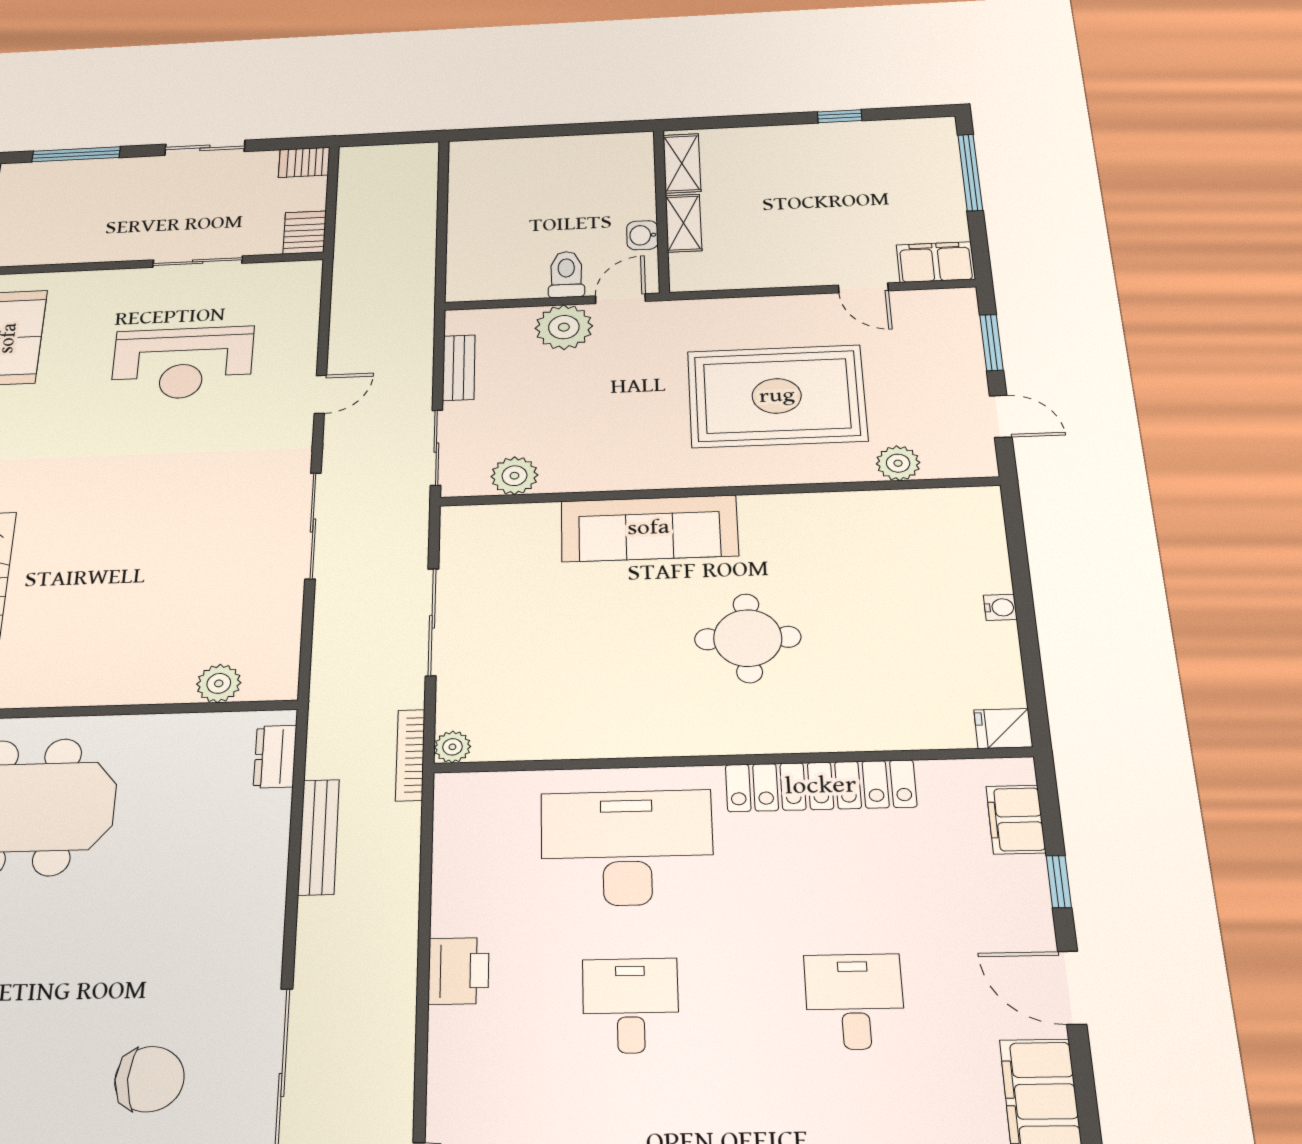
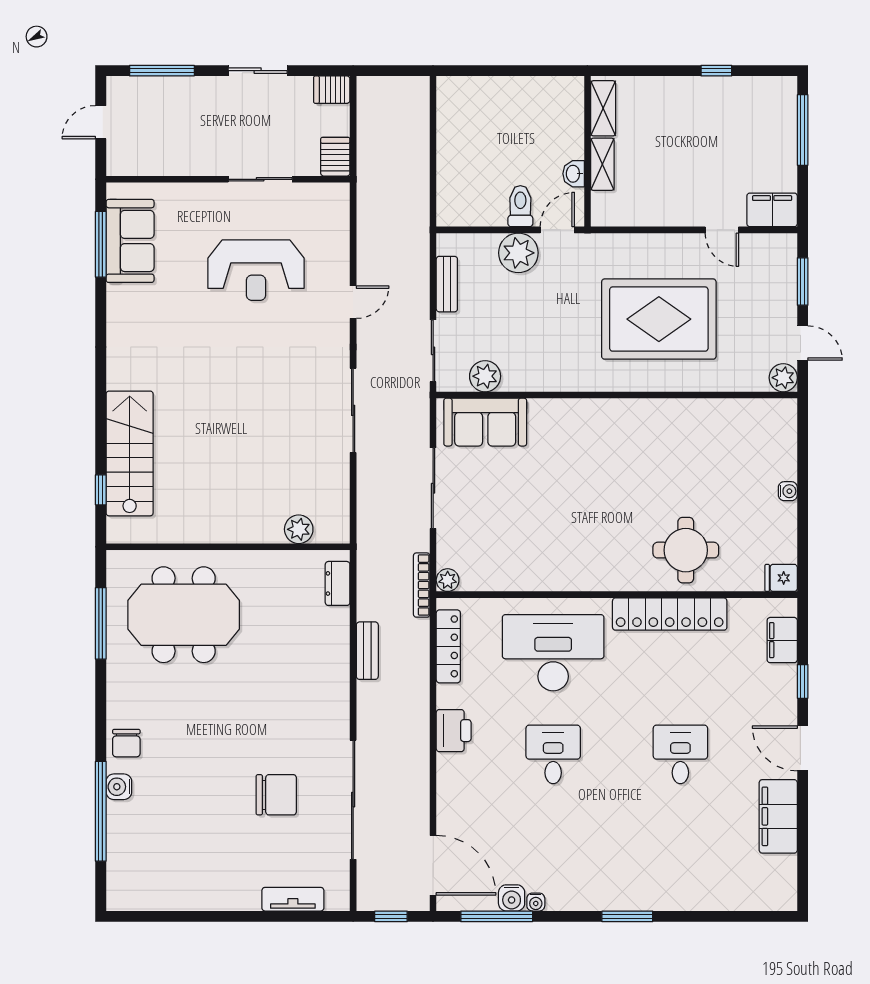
plant: (898, 463) -> (783, 378), moved
sofa: (649, 528) -> (485, 422), moved, width x0.73
round table: (748, 638) -> (686, 550), moved
bench: (319, 837) -> (367, 651), width x0.73
locker: (452, 843) -> (448, 646), added

